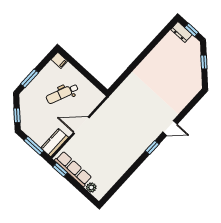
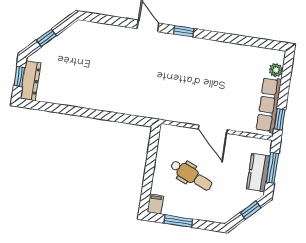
dresser: (181, 32) -> (31, 81), width x1.44
window: (29, 78) -> (178, 221), moved
kitchen counter: (55, 143) -> (258, 173), moved, turned 90

